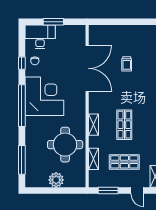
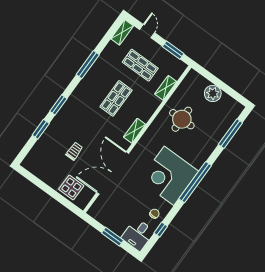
display table: (110, 36) -> (71, 188), added
desk: (40, 37) -> (138, 235), width x0.73
window: (22, 63) -> (161, 230), moved
shelving: (94, 125) -> (135, 131), moved
round table: (65, 145) -> (182, 119), width x0.73, depth x0.73

